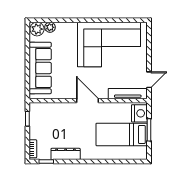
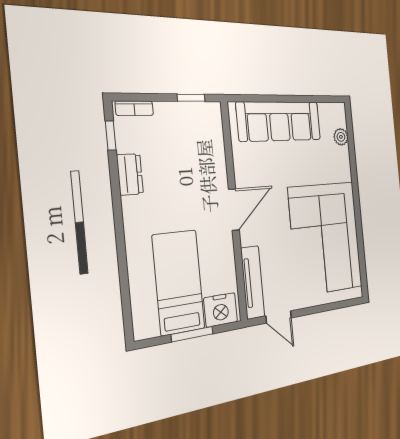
plant: (37, 29) -> (336, 115), removed
dresser: (66, 154) -> (130, 174), width x0.70

